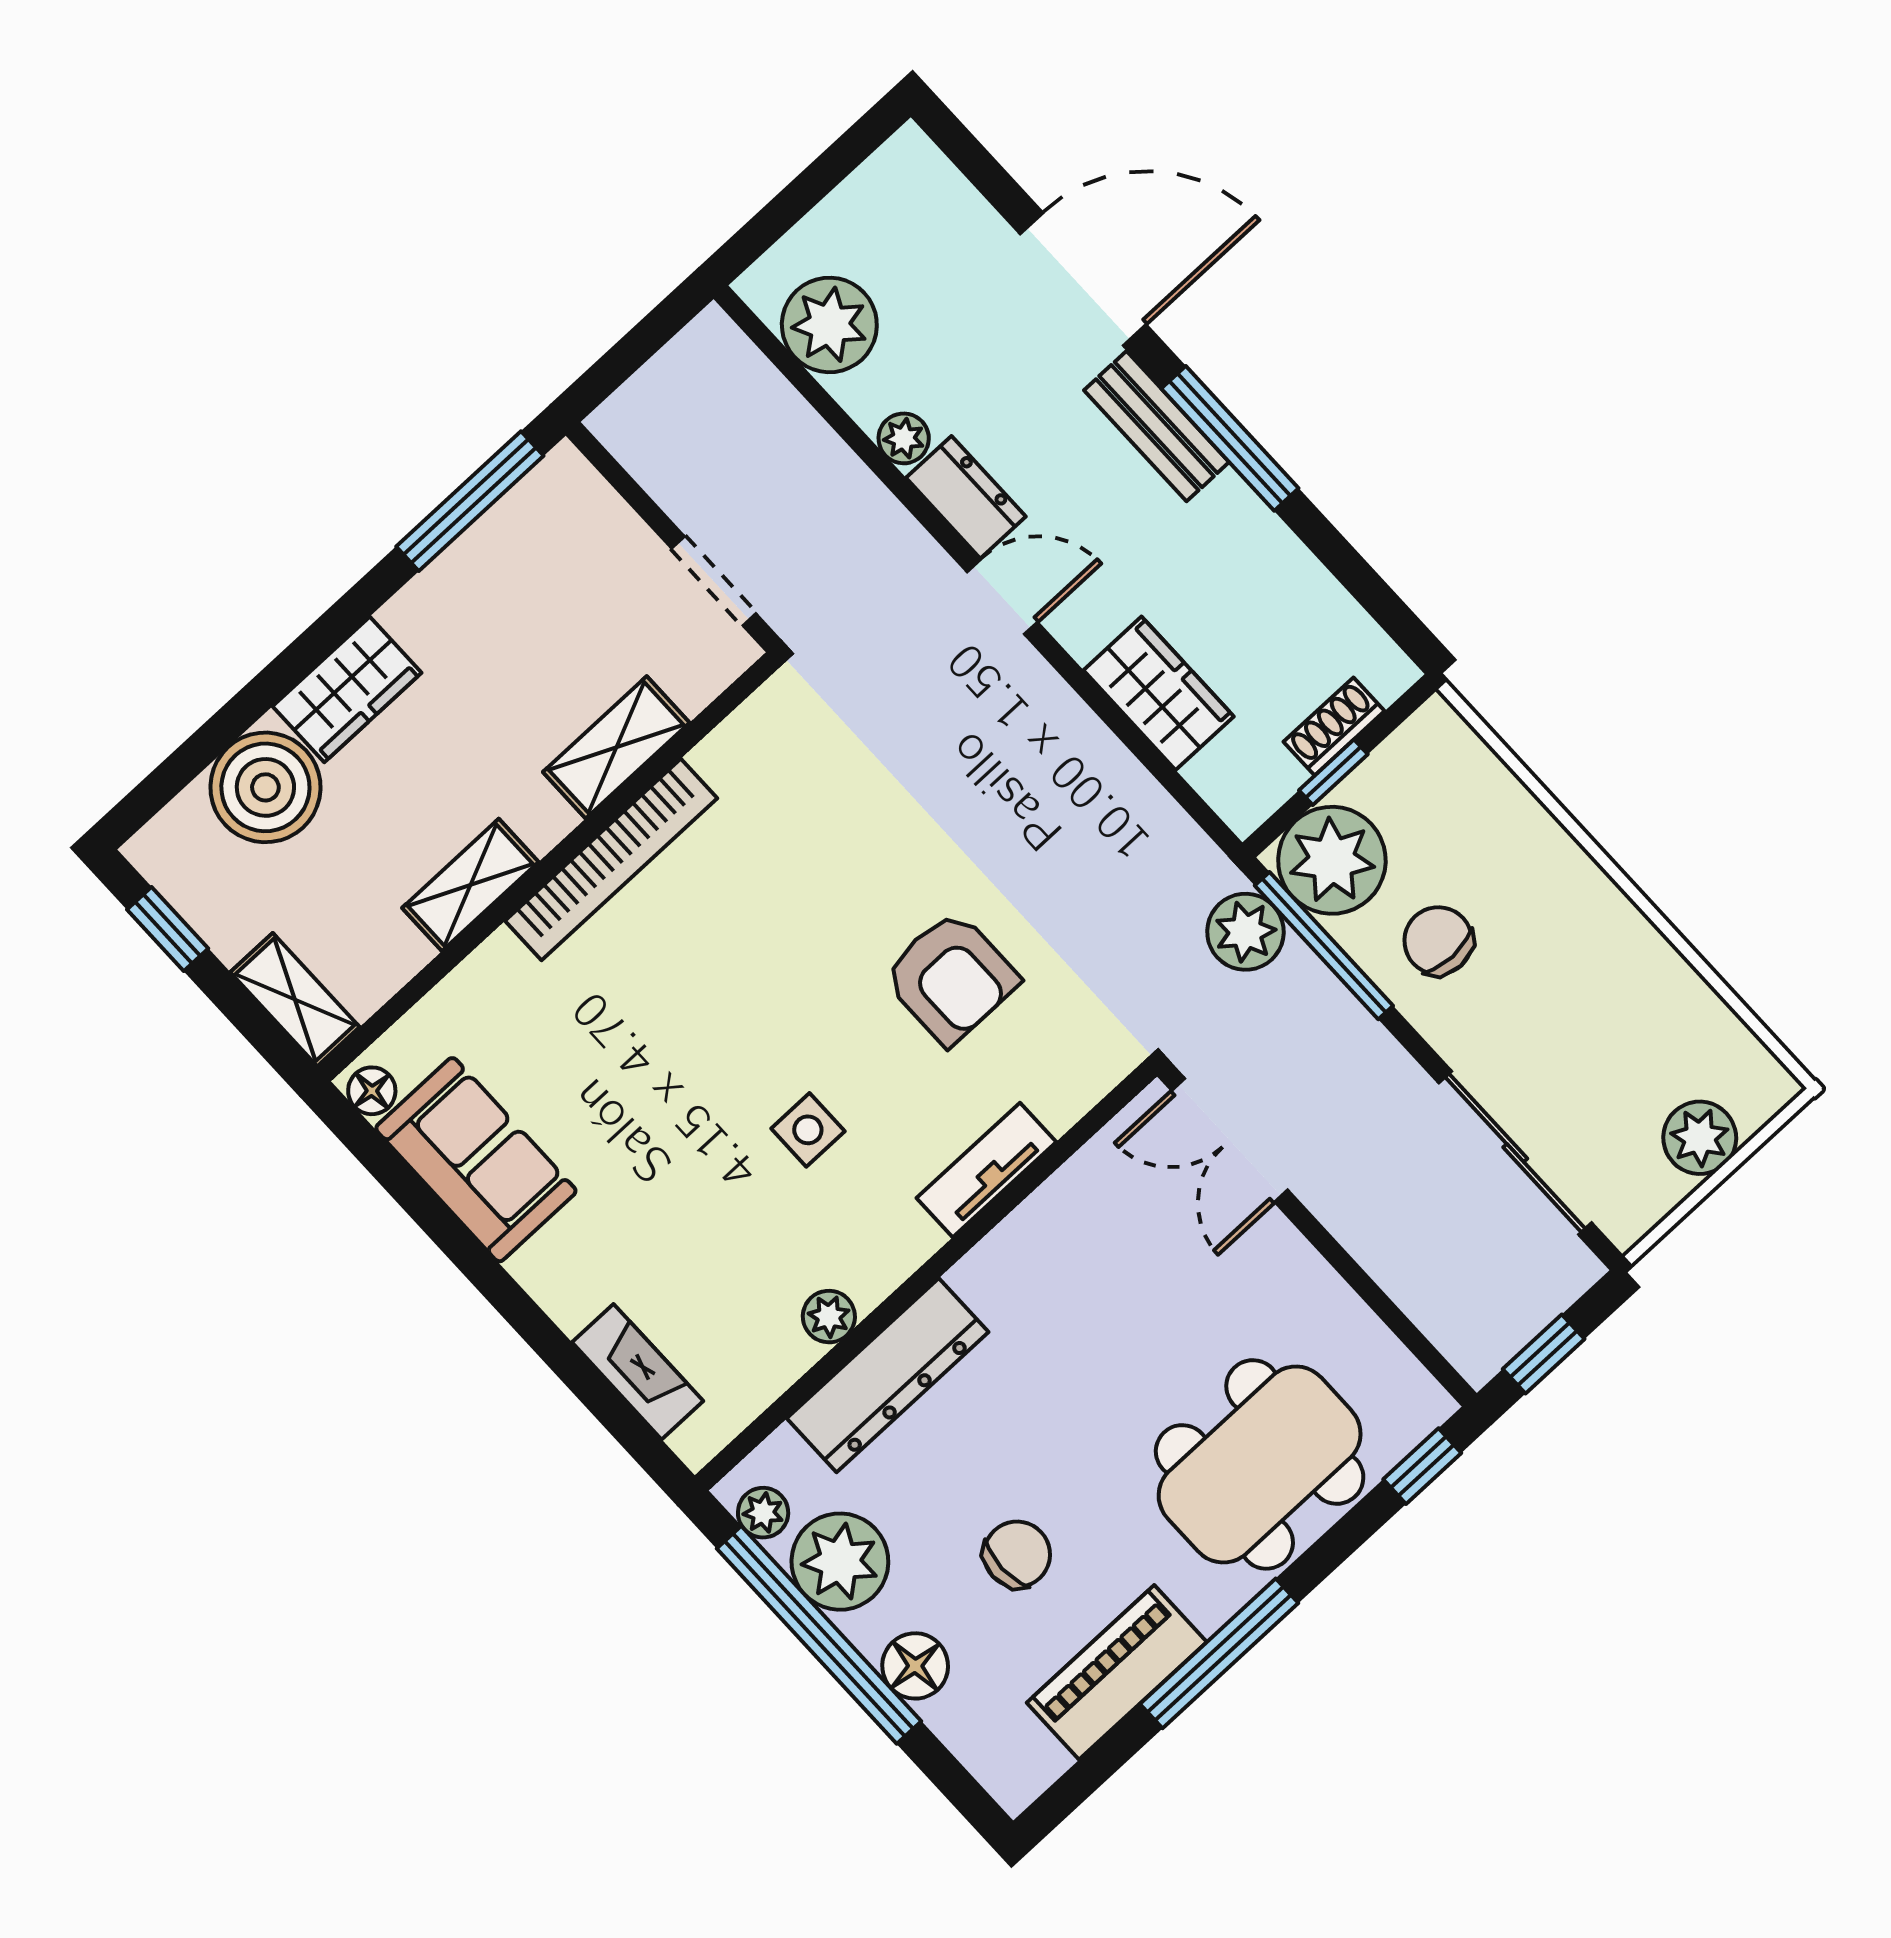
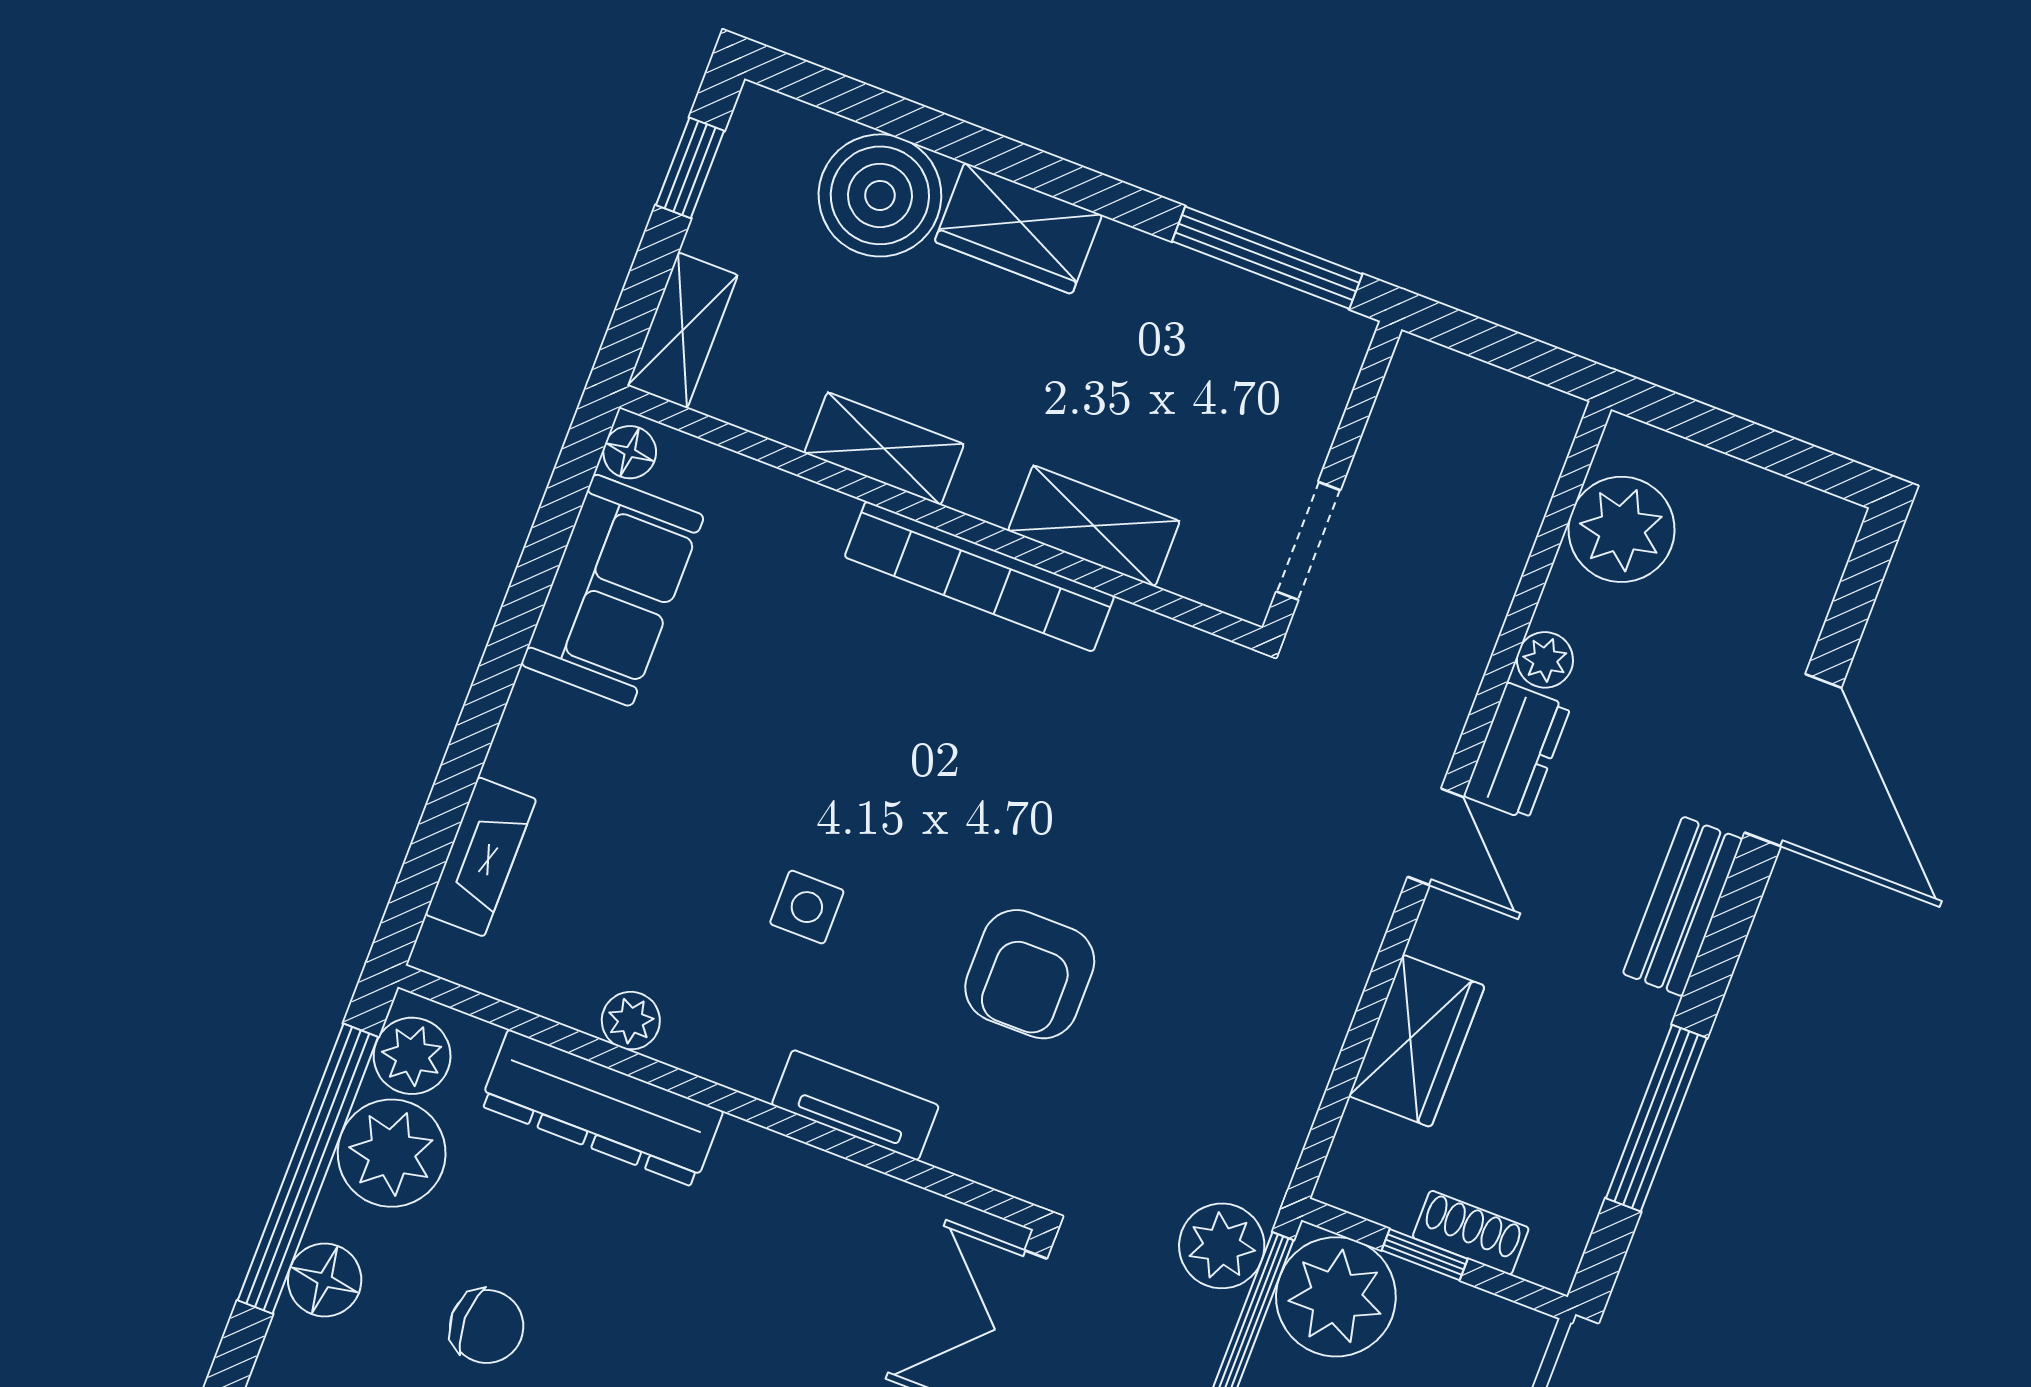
window: (1230, 438) -> (1656, 1118), moved
plant: (763, 1513) -> (412, 1056), width x1.38, depth x1.38

